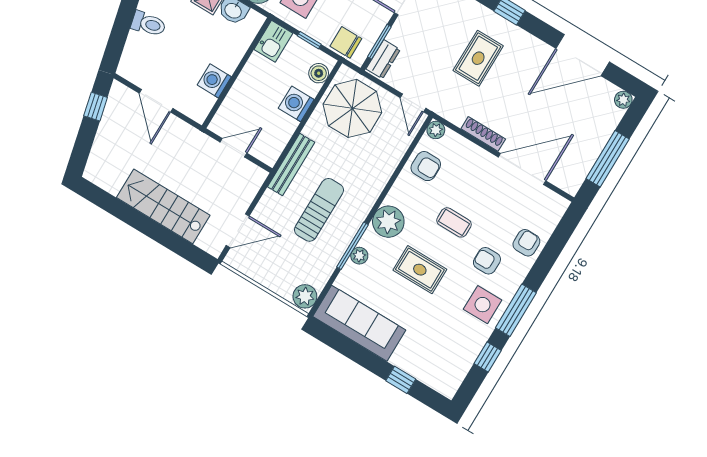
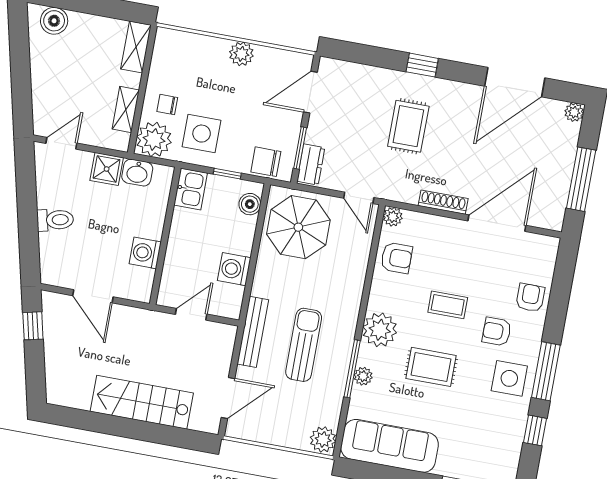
washing machine: (296, 104) -> (234, 269), moved
bench: (291, 165) -> (253, 332), moved

